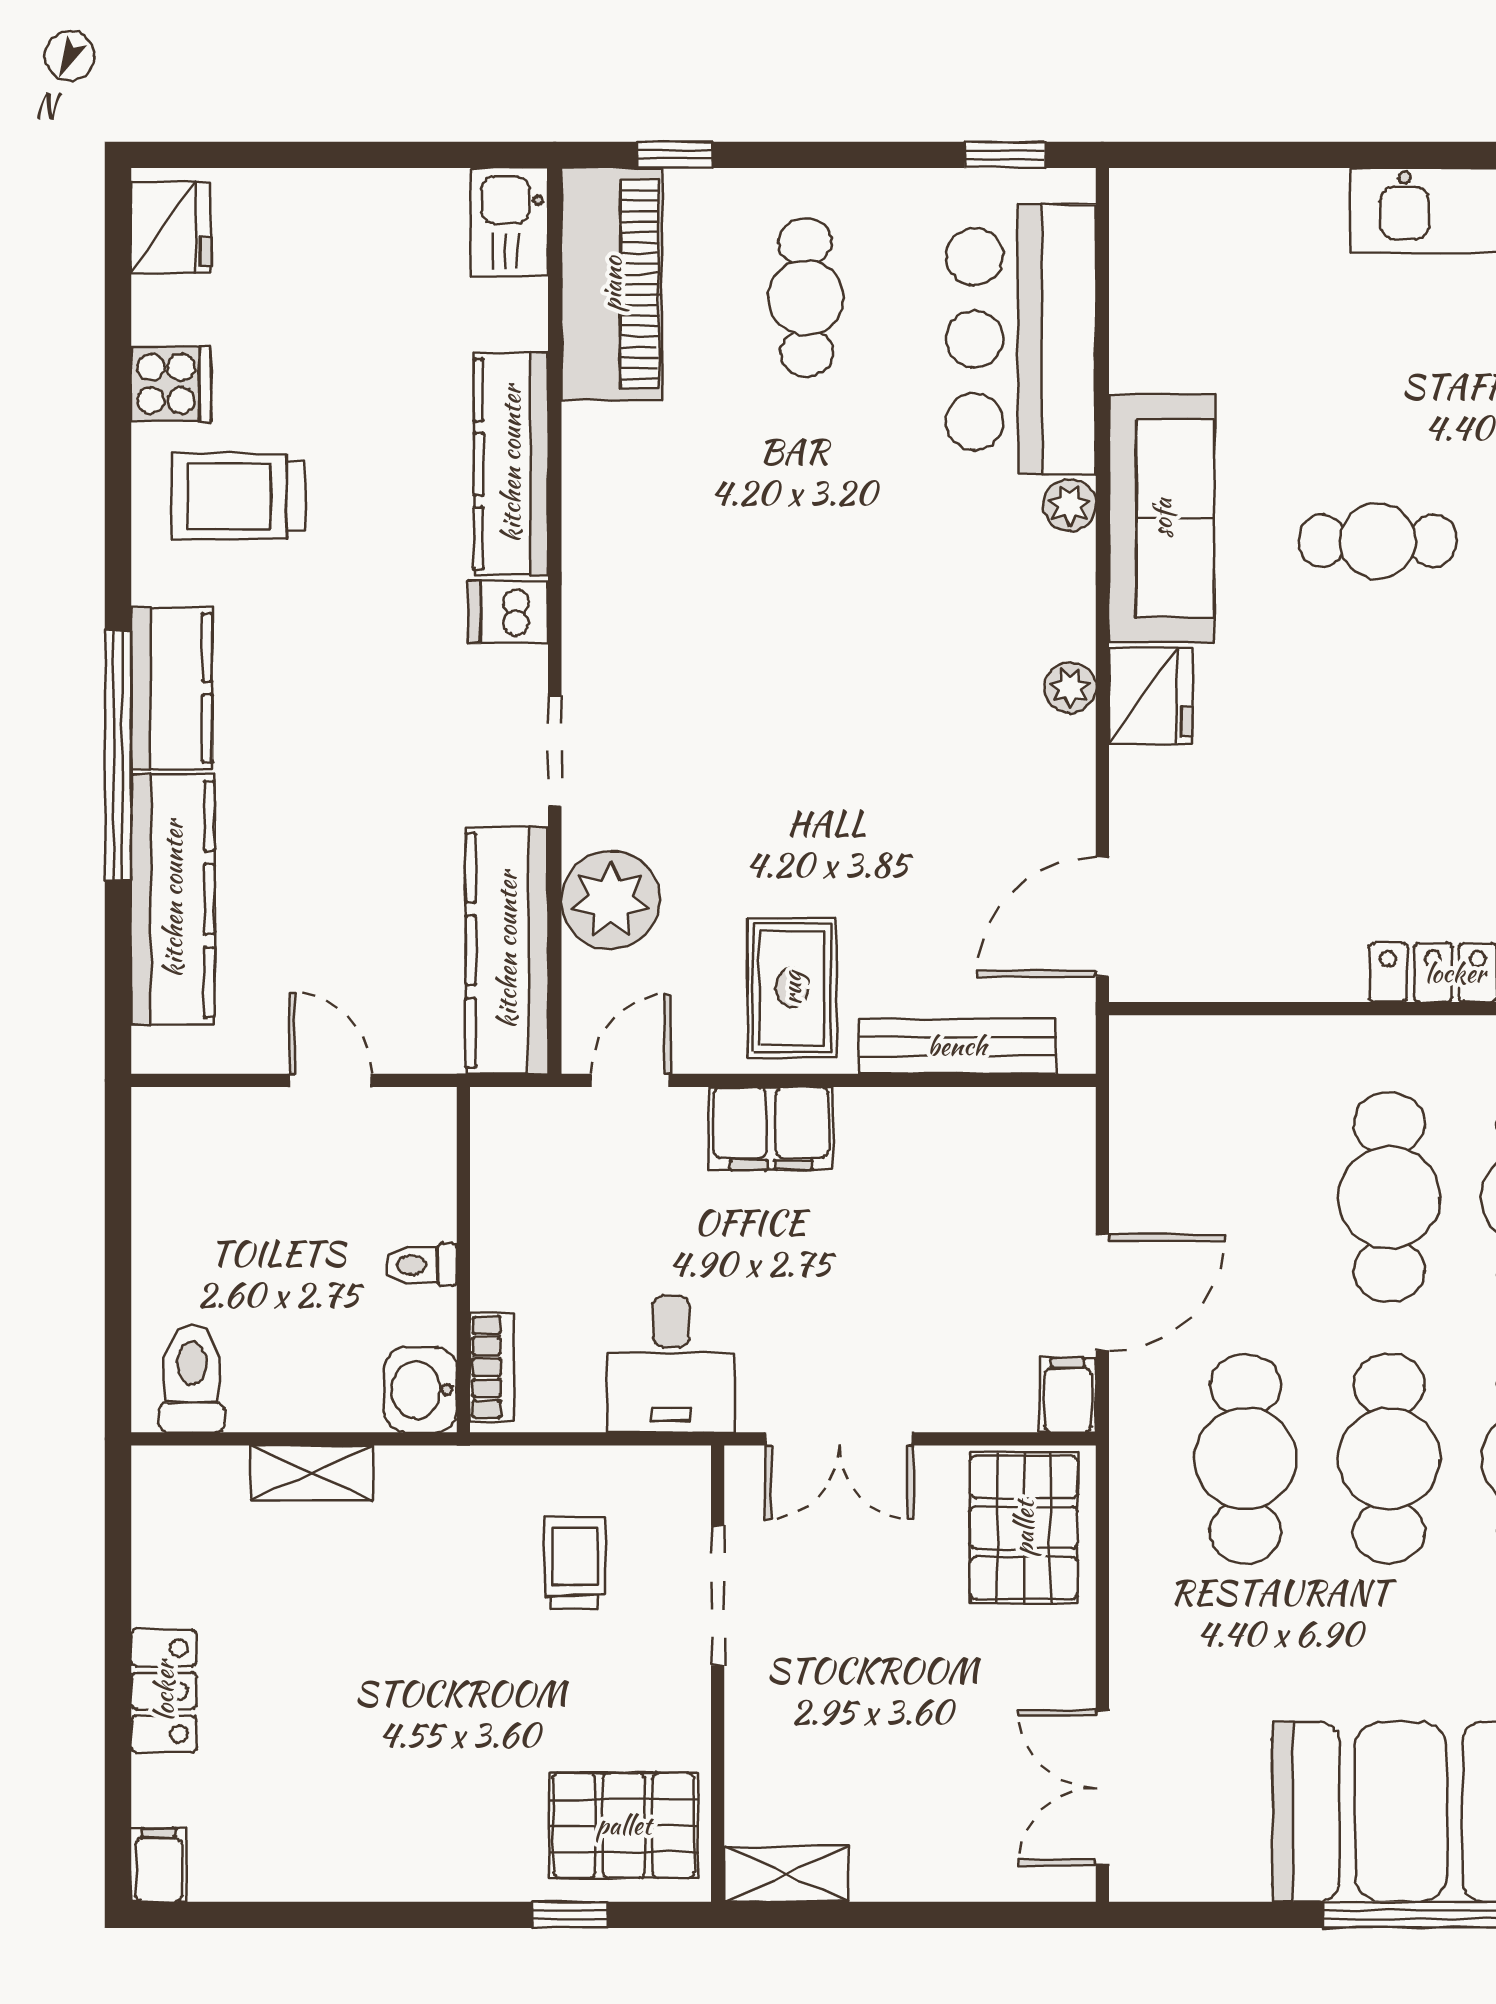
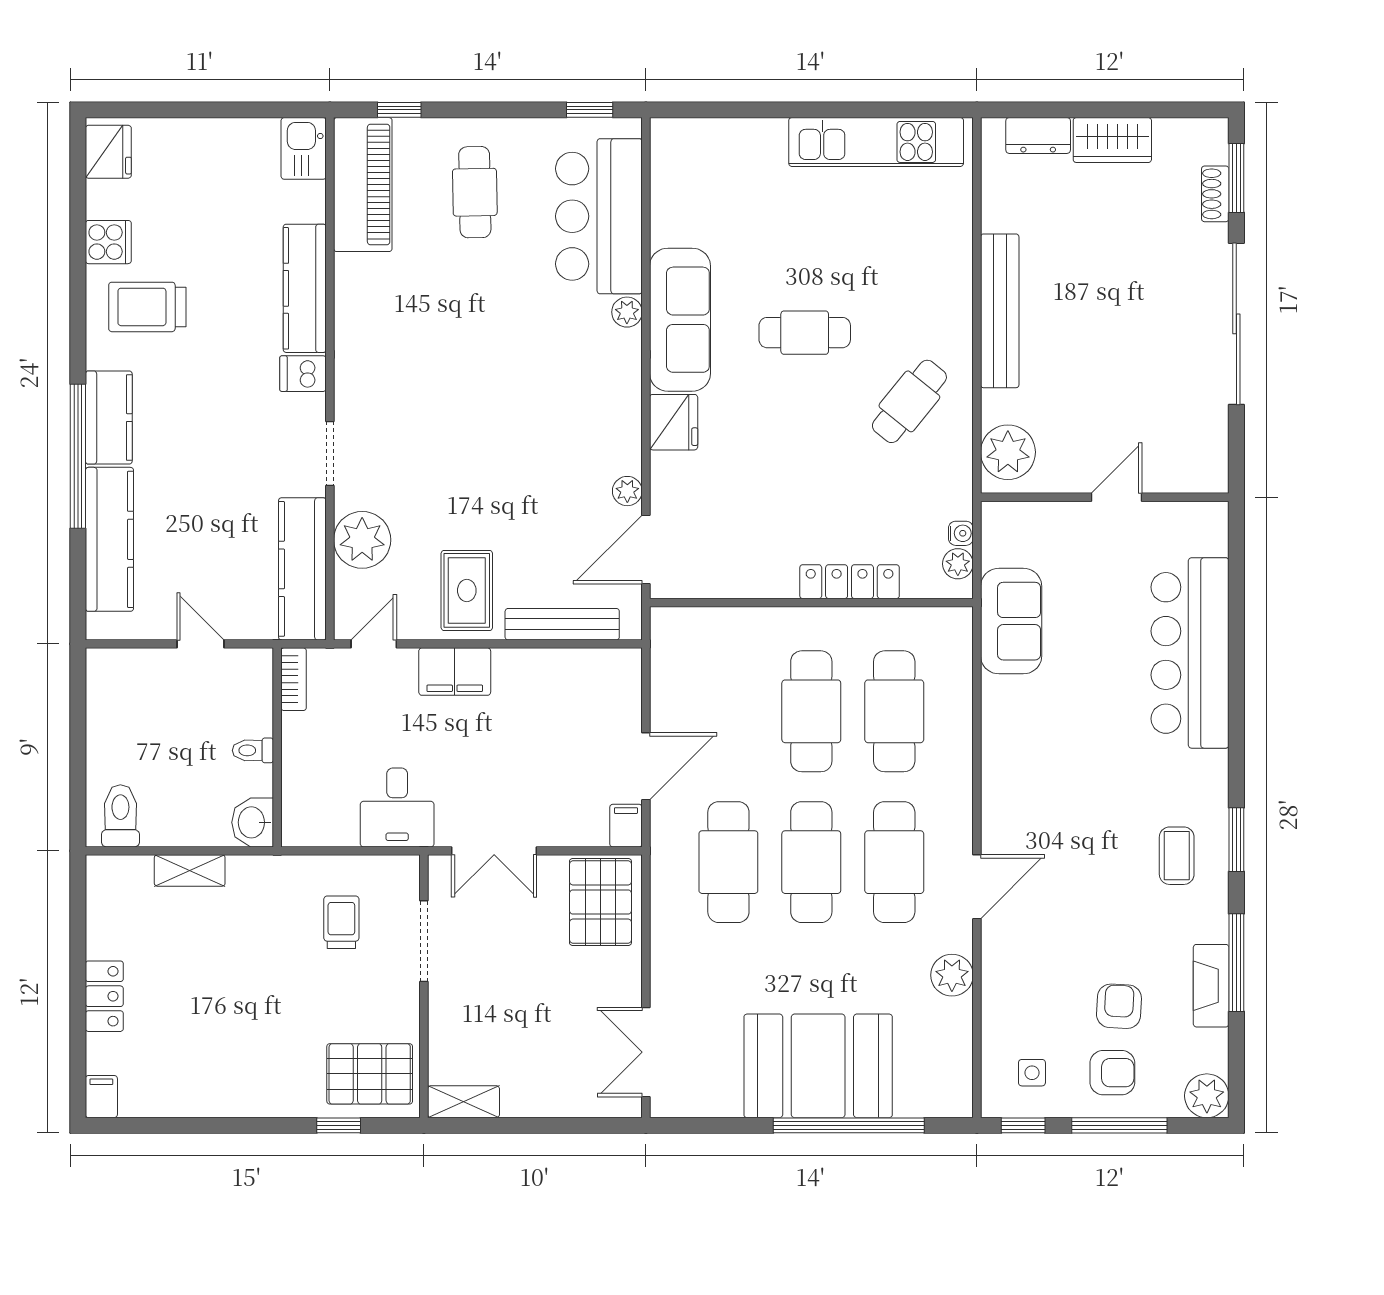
plant: (1070, 688) -> (627, 491), moved
bookcase: (492, 1367) -> (294, 679), moved

